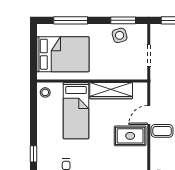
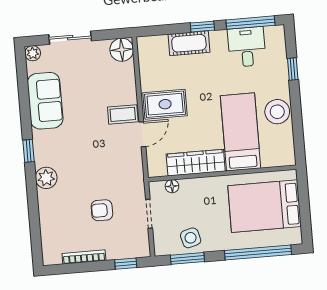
window: (71, 20) -> (258, 252), width x1.46
floor lamp: (130, 75) -> (172, 186), added
stool: (45, 92) -> (277, 112), moved, width x1.89, depth x1.89

